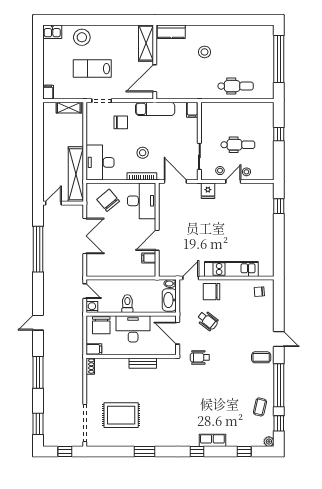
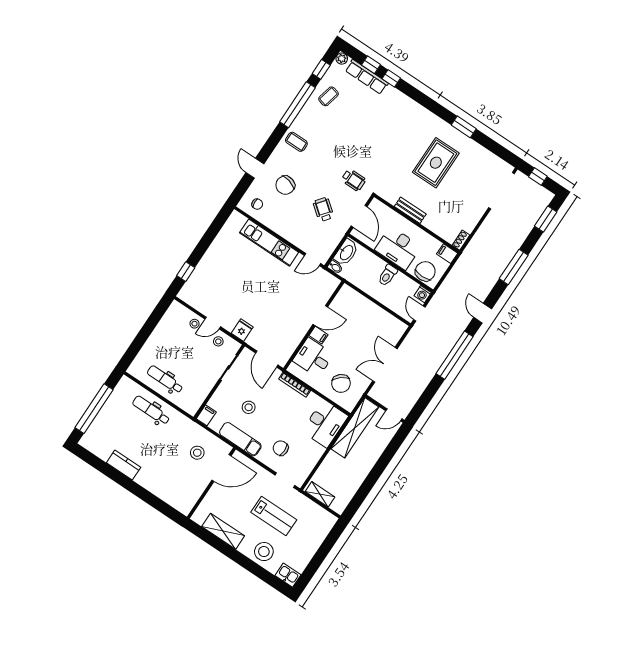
kitchen counter: (171, 32) -> (124, 465), moved
shelving: (146, 43) -> (223, 531), moved, turned 90
stool: (205, 52) -> (197, 453), moved
filing cabinet: (48, 92) -> (330, 522), removed
window: (279, 134) -> (141, 339), removed
dental chair: (238, 145) -> (165, 379), moved
stool: (143, 153) -> (249, 407), moved
desk: (142, 201) -> (313, 357), width x0.73
window: (38, 249) -> (455, 355), moved
filing cabinet: (149, 258) -> (318, 335), moved
chair: (212, 292) -> (285, 185), moved, turned 105
door: (38, 323) -> (483, 313), swing flipped
door: (279, 339) -> (255, 168), moved
rug: (121, 415) -> (436, 163), moved, turned 90
row of seats: (212, 440) -> (367, 77), moved, width x1.48
window: (197, 451) -> (391, 78), moved

